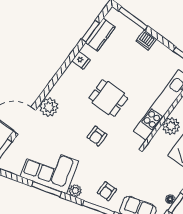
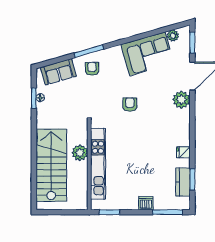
dining table: (108, 98) -> (142, 139), removed
window: (47, 189) -> (138, 37), removed
plant: (75, 191) -> (173, 36), moved

